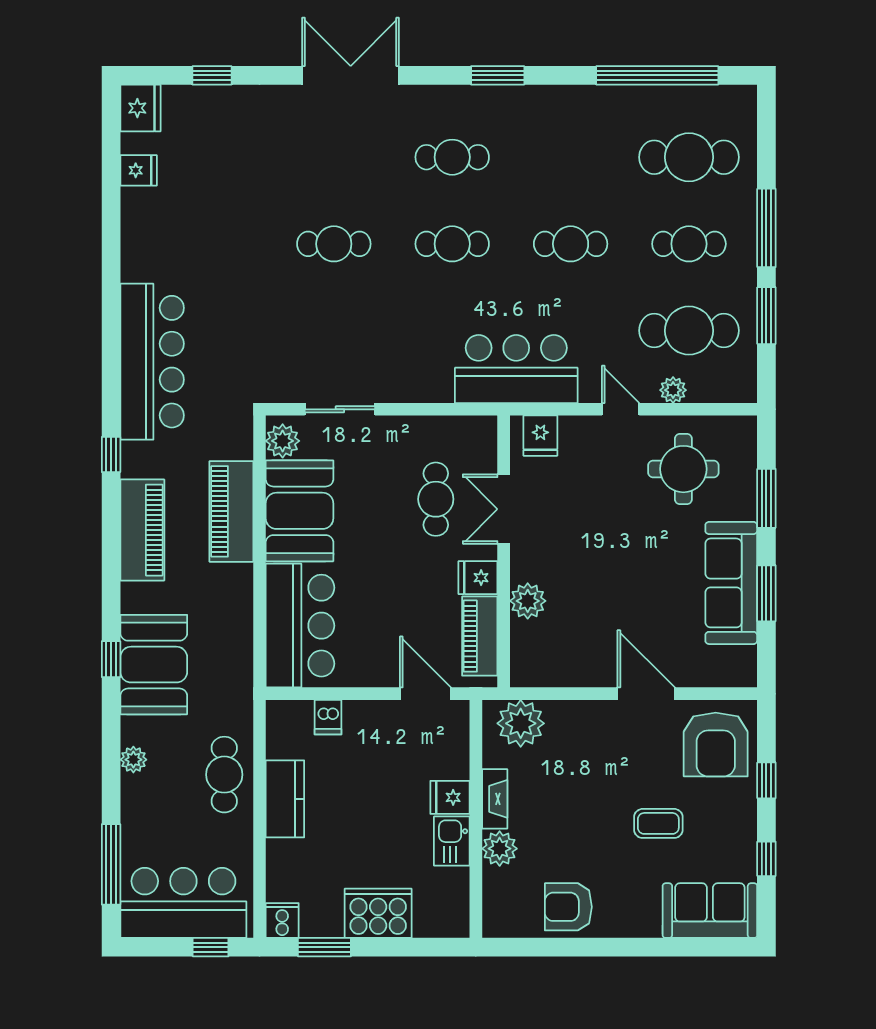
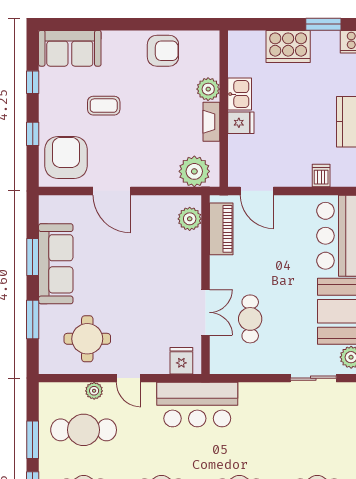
fridge: (478, 578) -> (222, 267), removed
plant: (528, 601) -> (190, 219), moved

